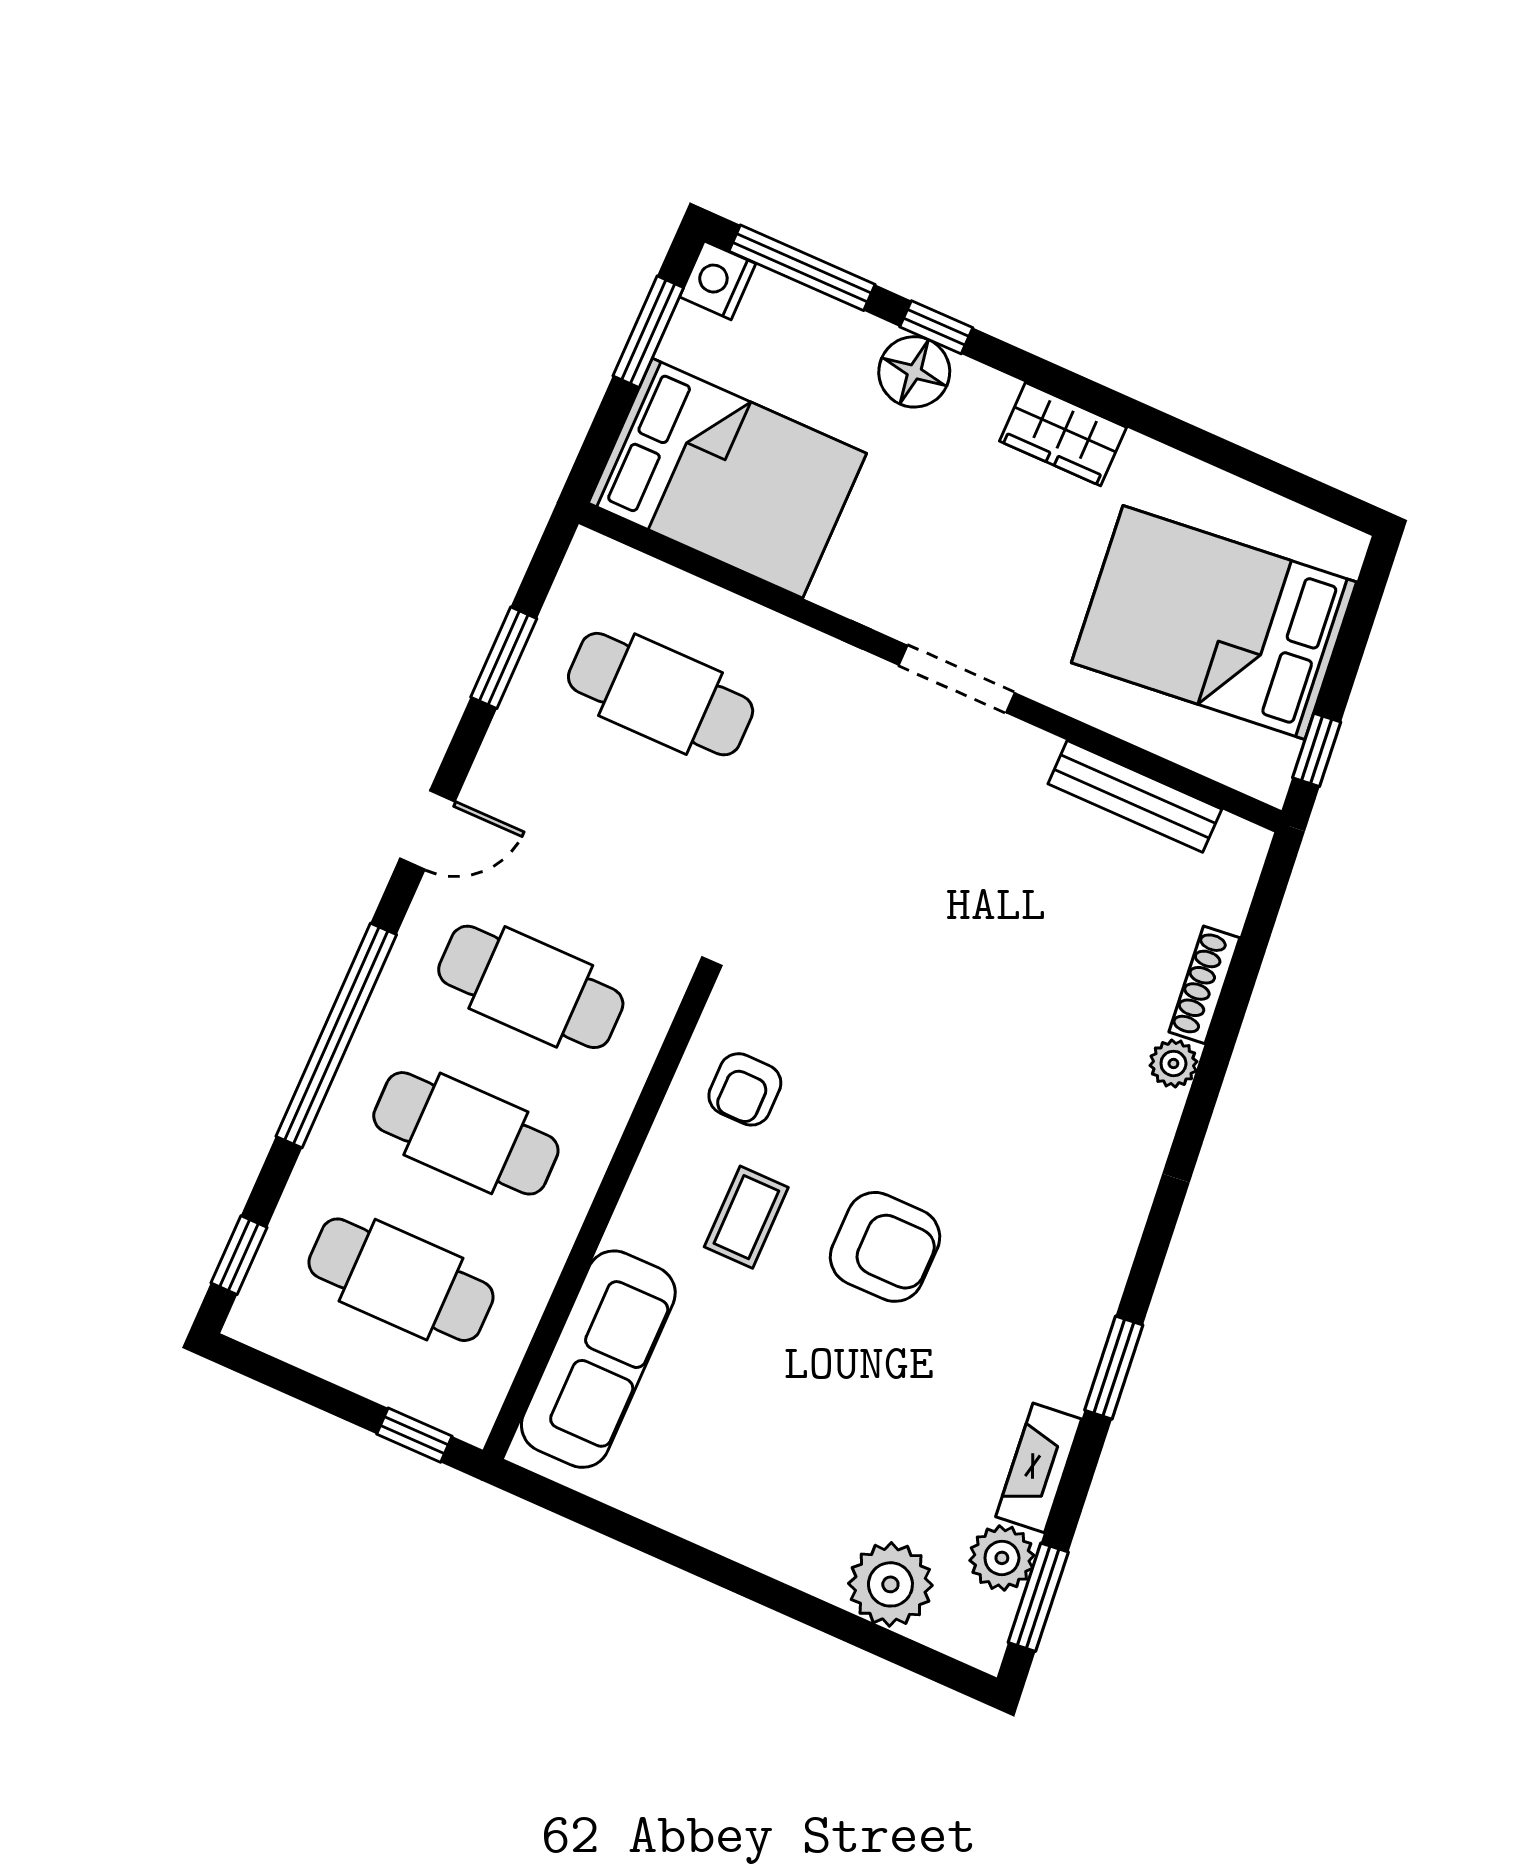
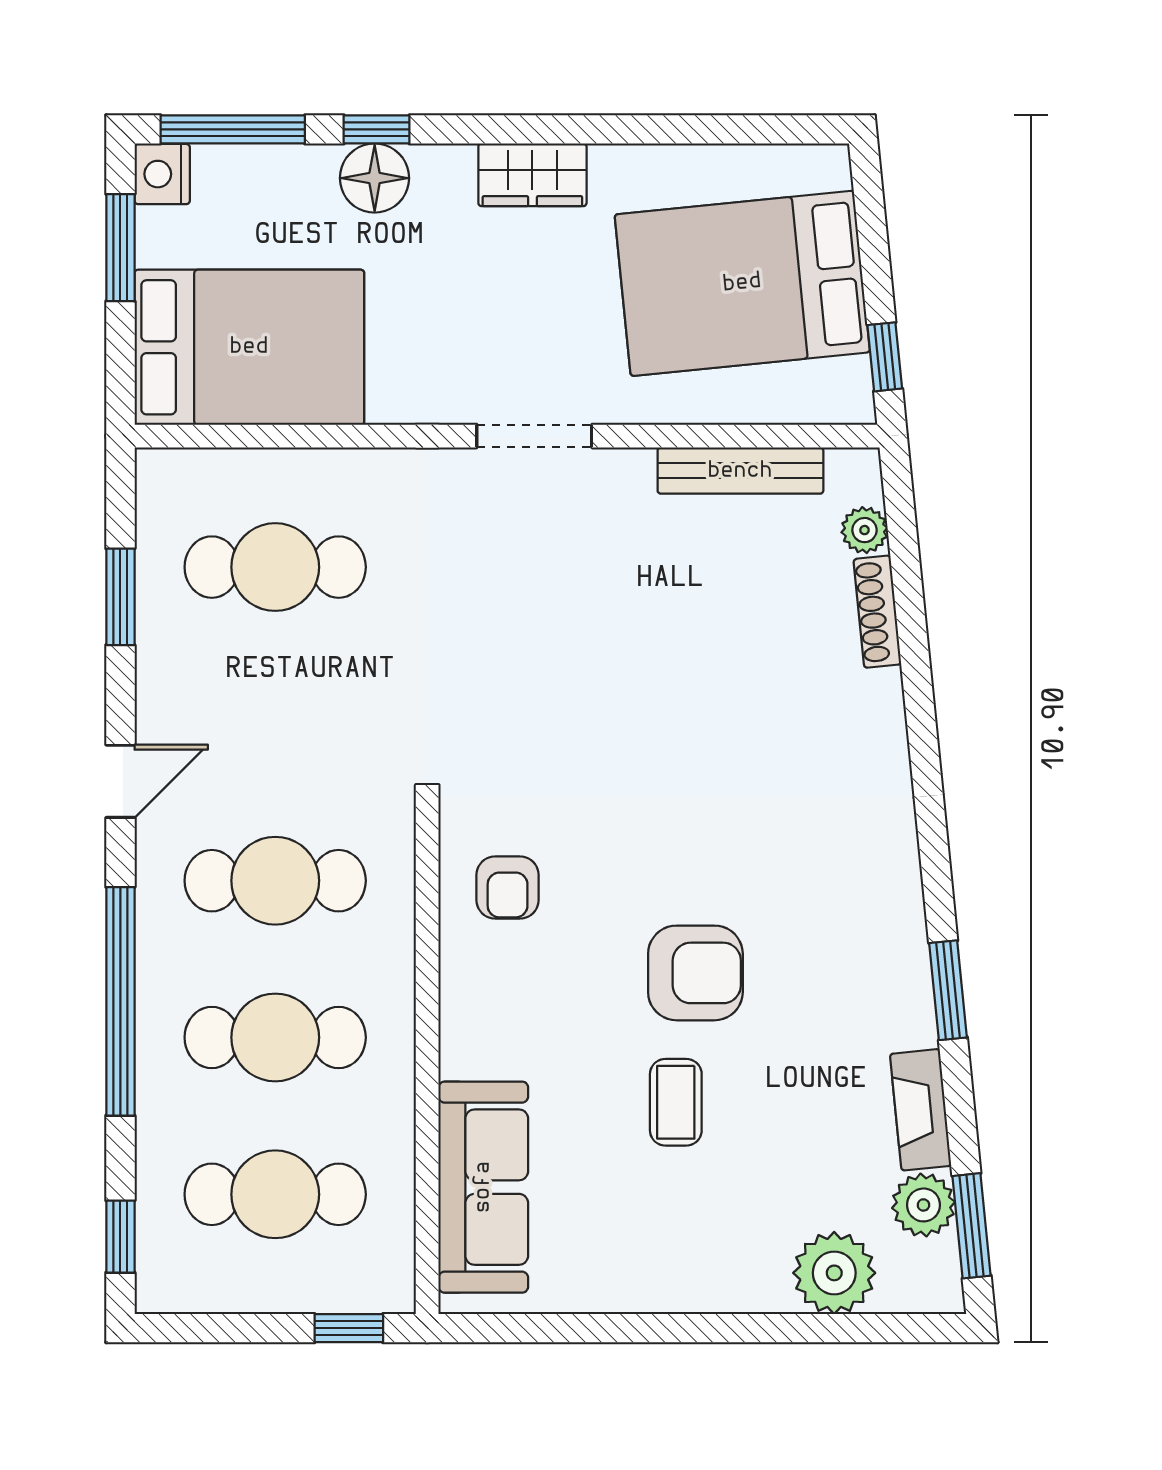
plant: (1173, 1063) -> (864, 530), moved
coffee table: (746, 1217) -> (676, 1102), moved

